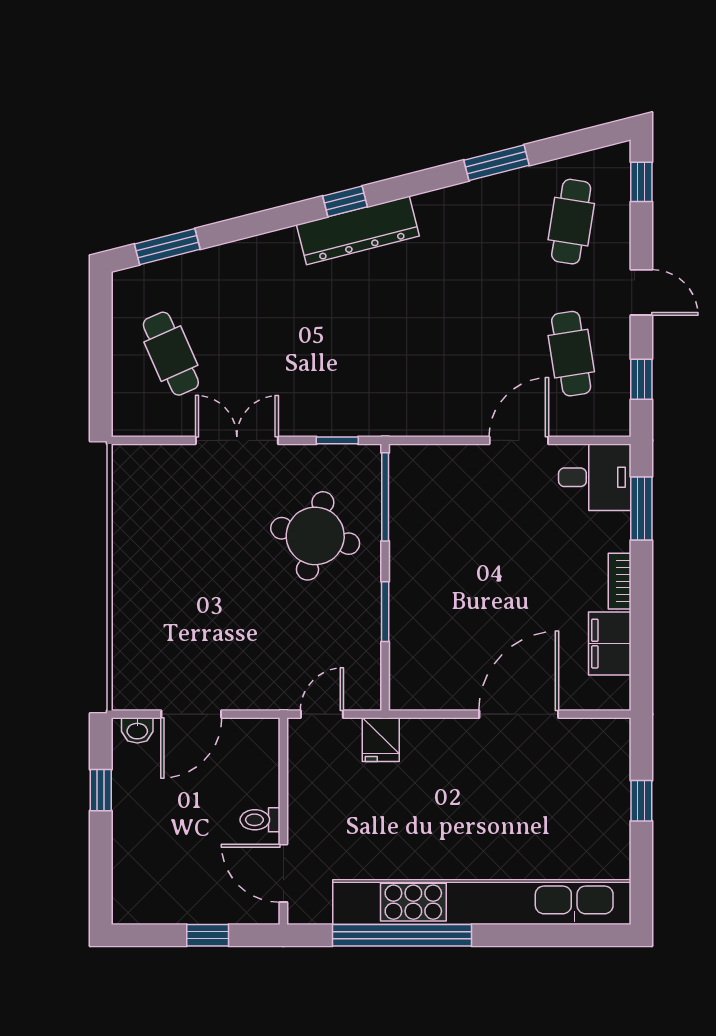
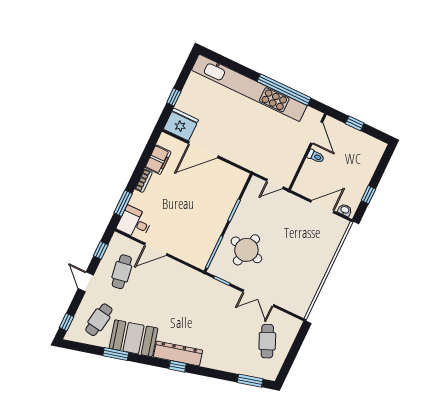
booth: (474, 217) -> (134, 338), added
fridge: (381, 740) -> (181, 124), moved, width x1.88, depth x1.34

